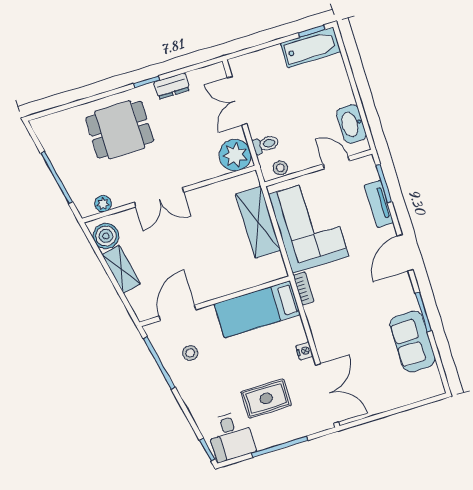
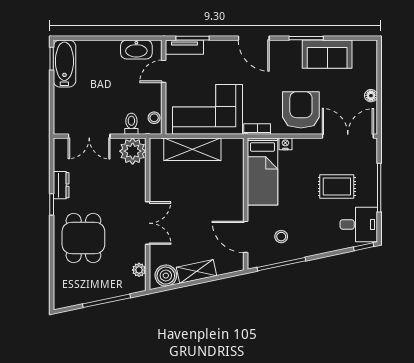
tv unit: (379, 204) -> (184, 47), moved
armchair: (340, 331) -> (301, 110), added
nightstand: (304, 351) -> (285, 144), moved
rug: (266, 398) -> (337, 186), turned 90
floor lamp: (381, 406) -> (371, 96), added

